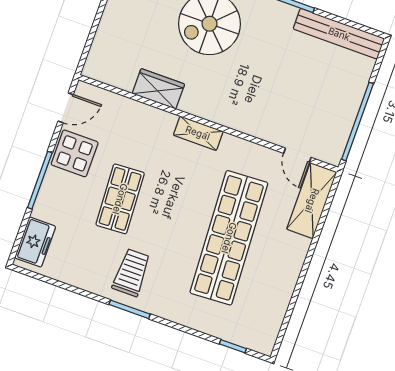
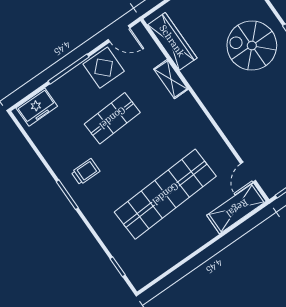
wardrobe: (158, 89) -> (172, 41), moved, width x1.50
shelving: (198, 133) -> (171, 79), moved
trolley: (131, 273) -> (85, 172), width x0.73, depth x0.72

